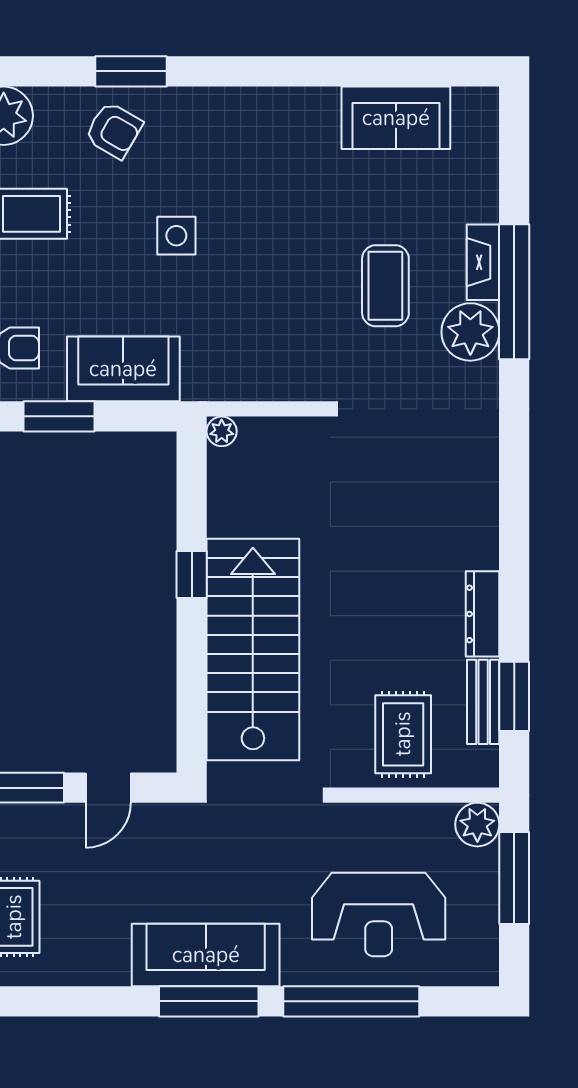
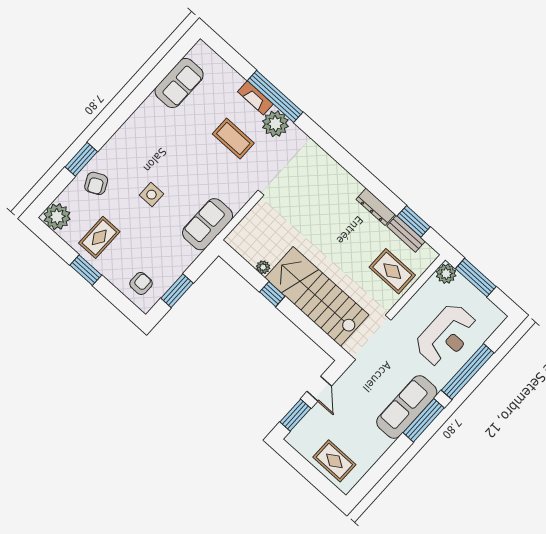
armchair: (114, 130) -> (96, 183), turned 124
sofa: (123, 369) -> (208, 224), moved
plant: (222, 431) -> (263, 267), moved

